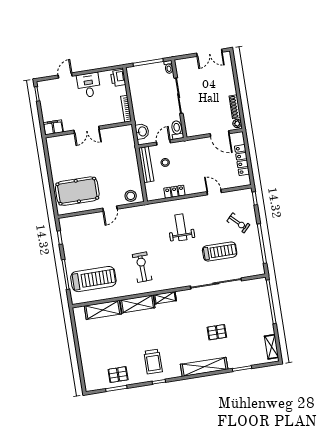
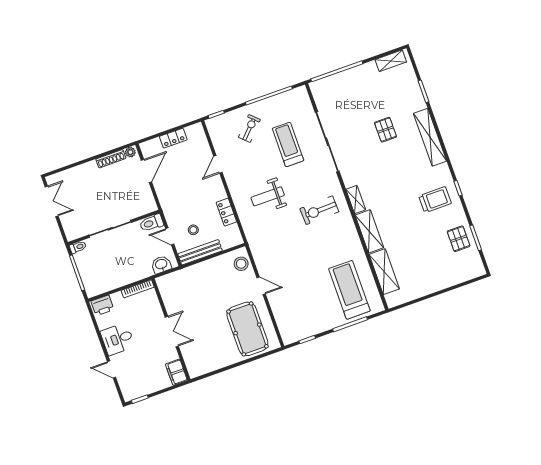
locker: (242, 160) -> (173, 138), width x0.66
exercise bike: (142, 267) -> (319, 210), moved

